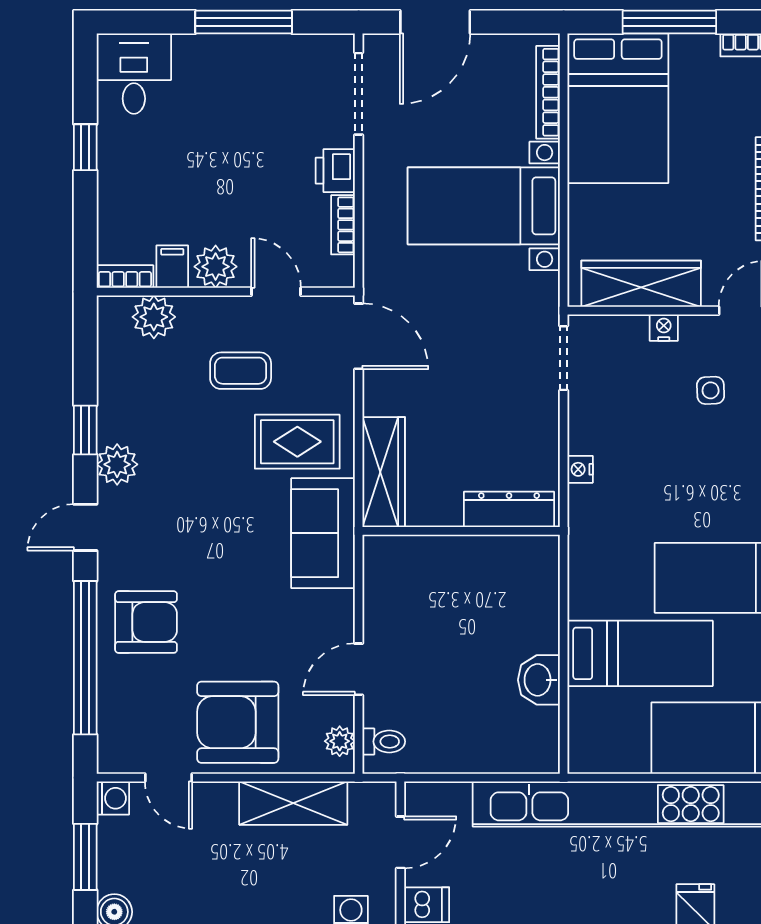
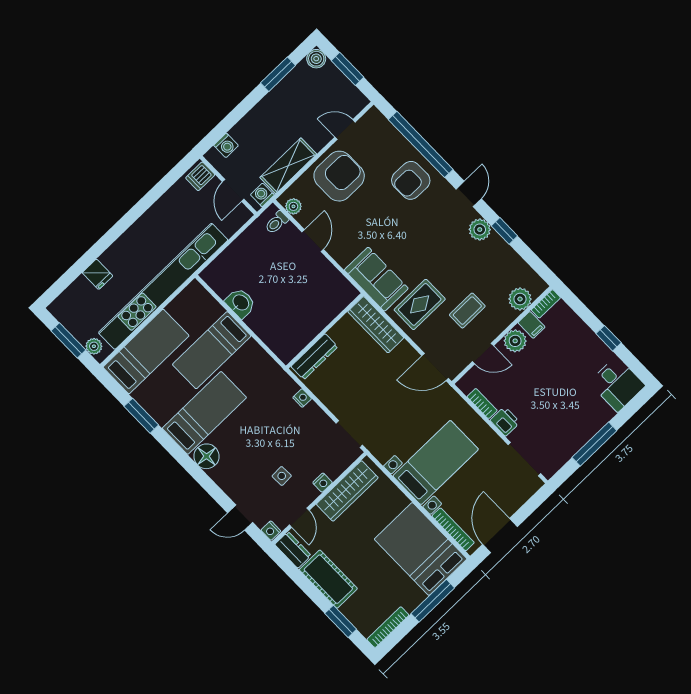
door: (435, 22) -> (500, 535), moved
washing machine: (113, 798) -> (262, 195), moved, turned 90

